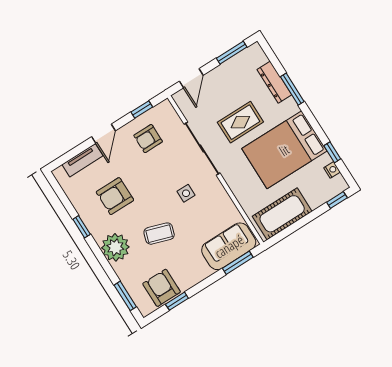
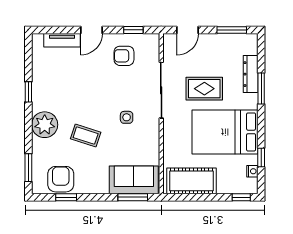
armchair: (115, 196) -> (70, 84), removed

